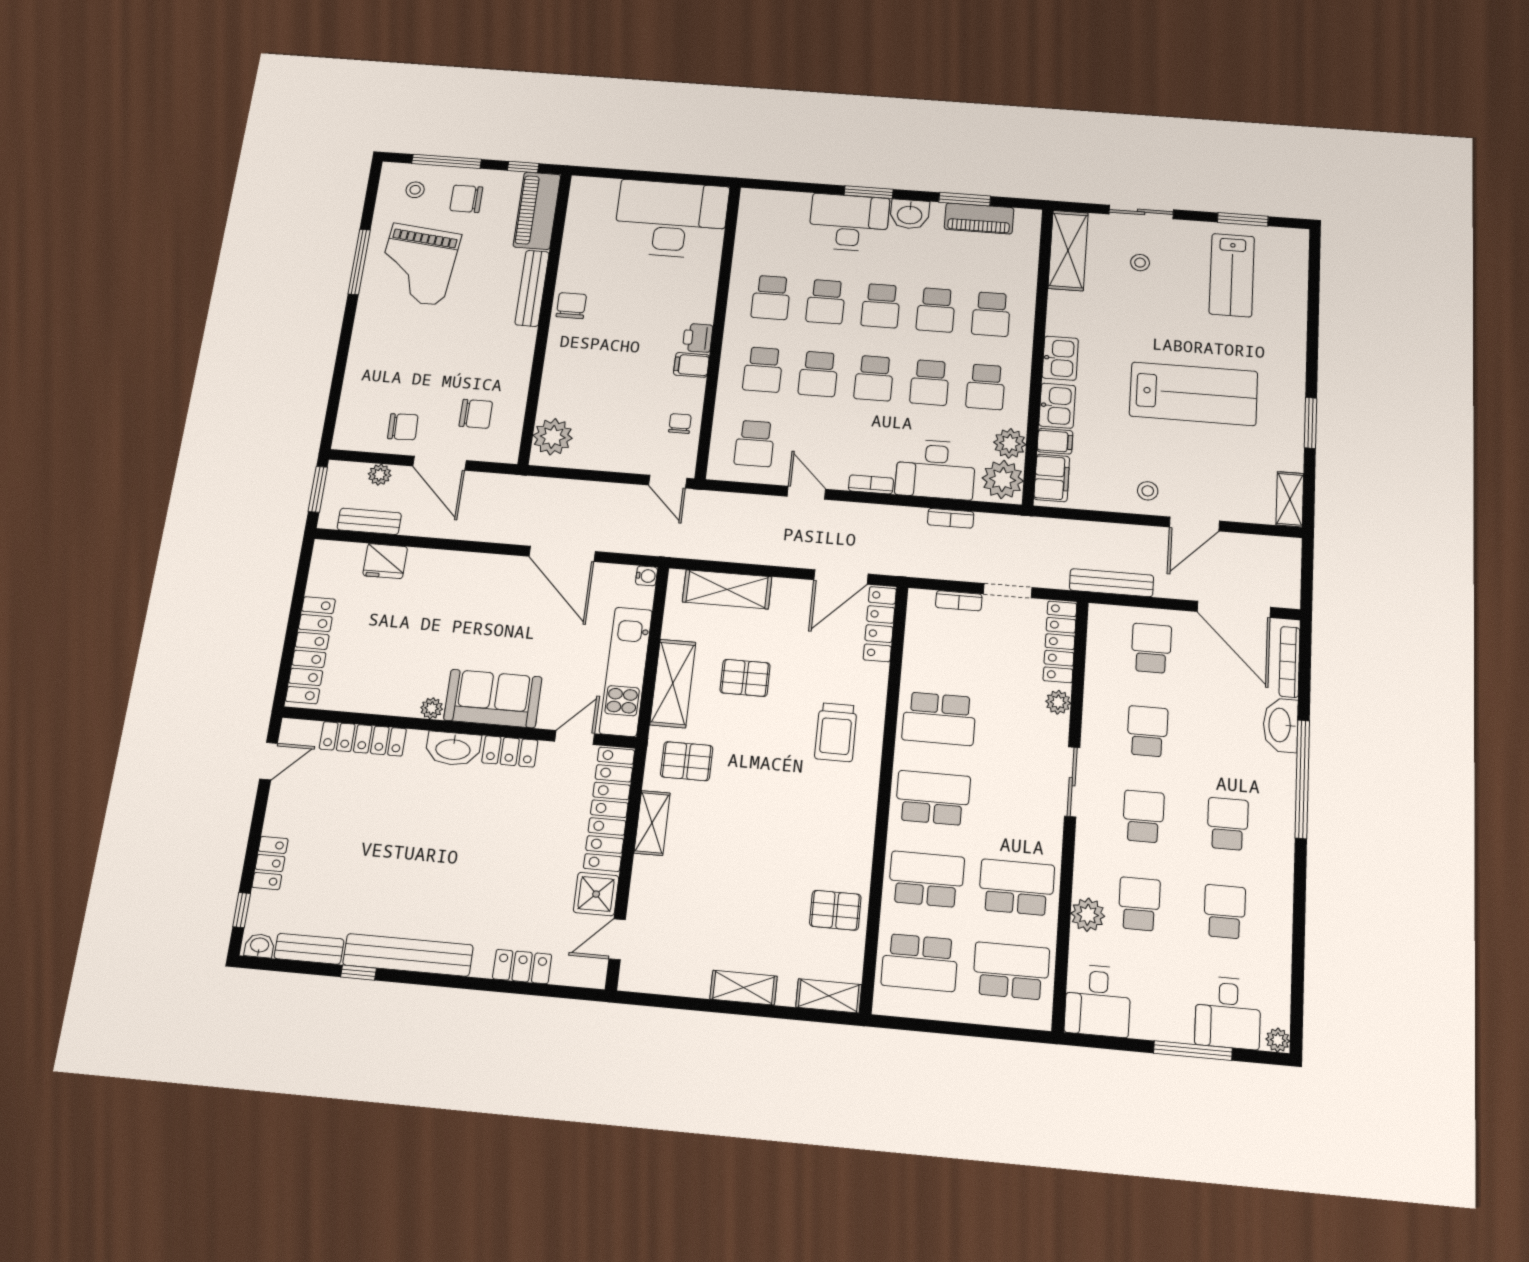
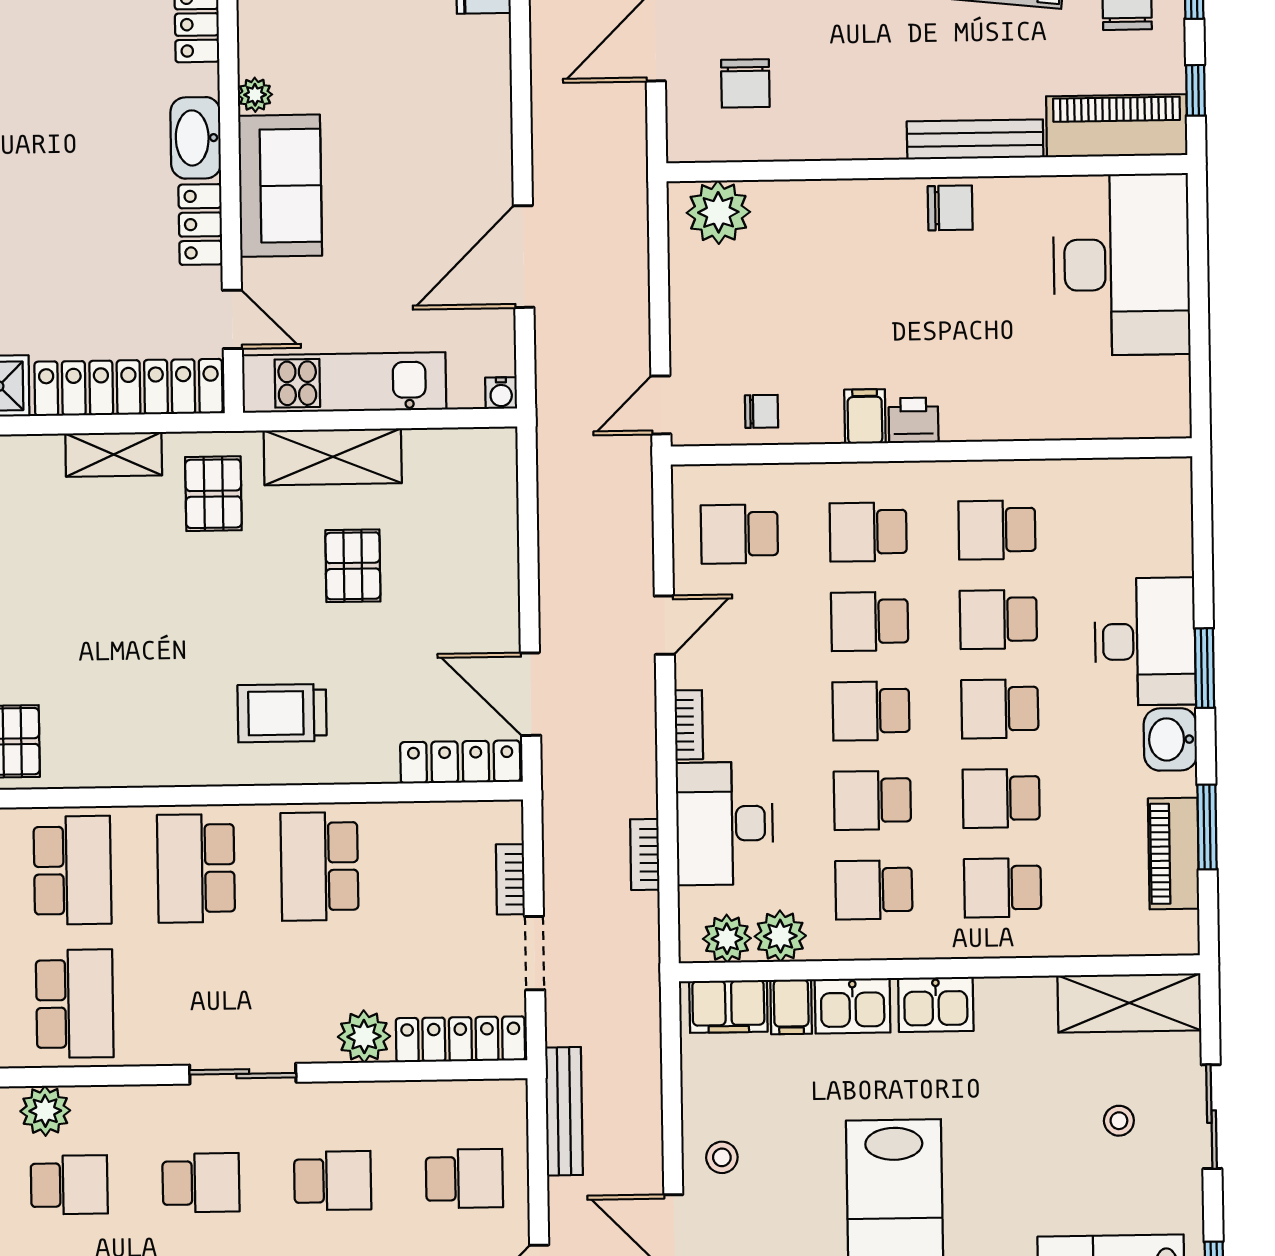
desk: (671, 219) -> (1122, 265), moved
plant: (1003, 479) -> (727, 939), width x0.73, depth x0.73
shelving: (727, 589) -> (492, 521), removed
plant: (1058, 702) -> (364, 1037), width x1.38, depth x1.38
school desk: (933, 798) -> (196, 868), turned 180

